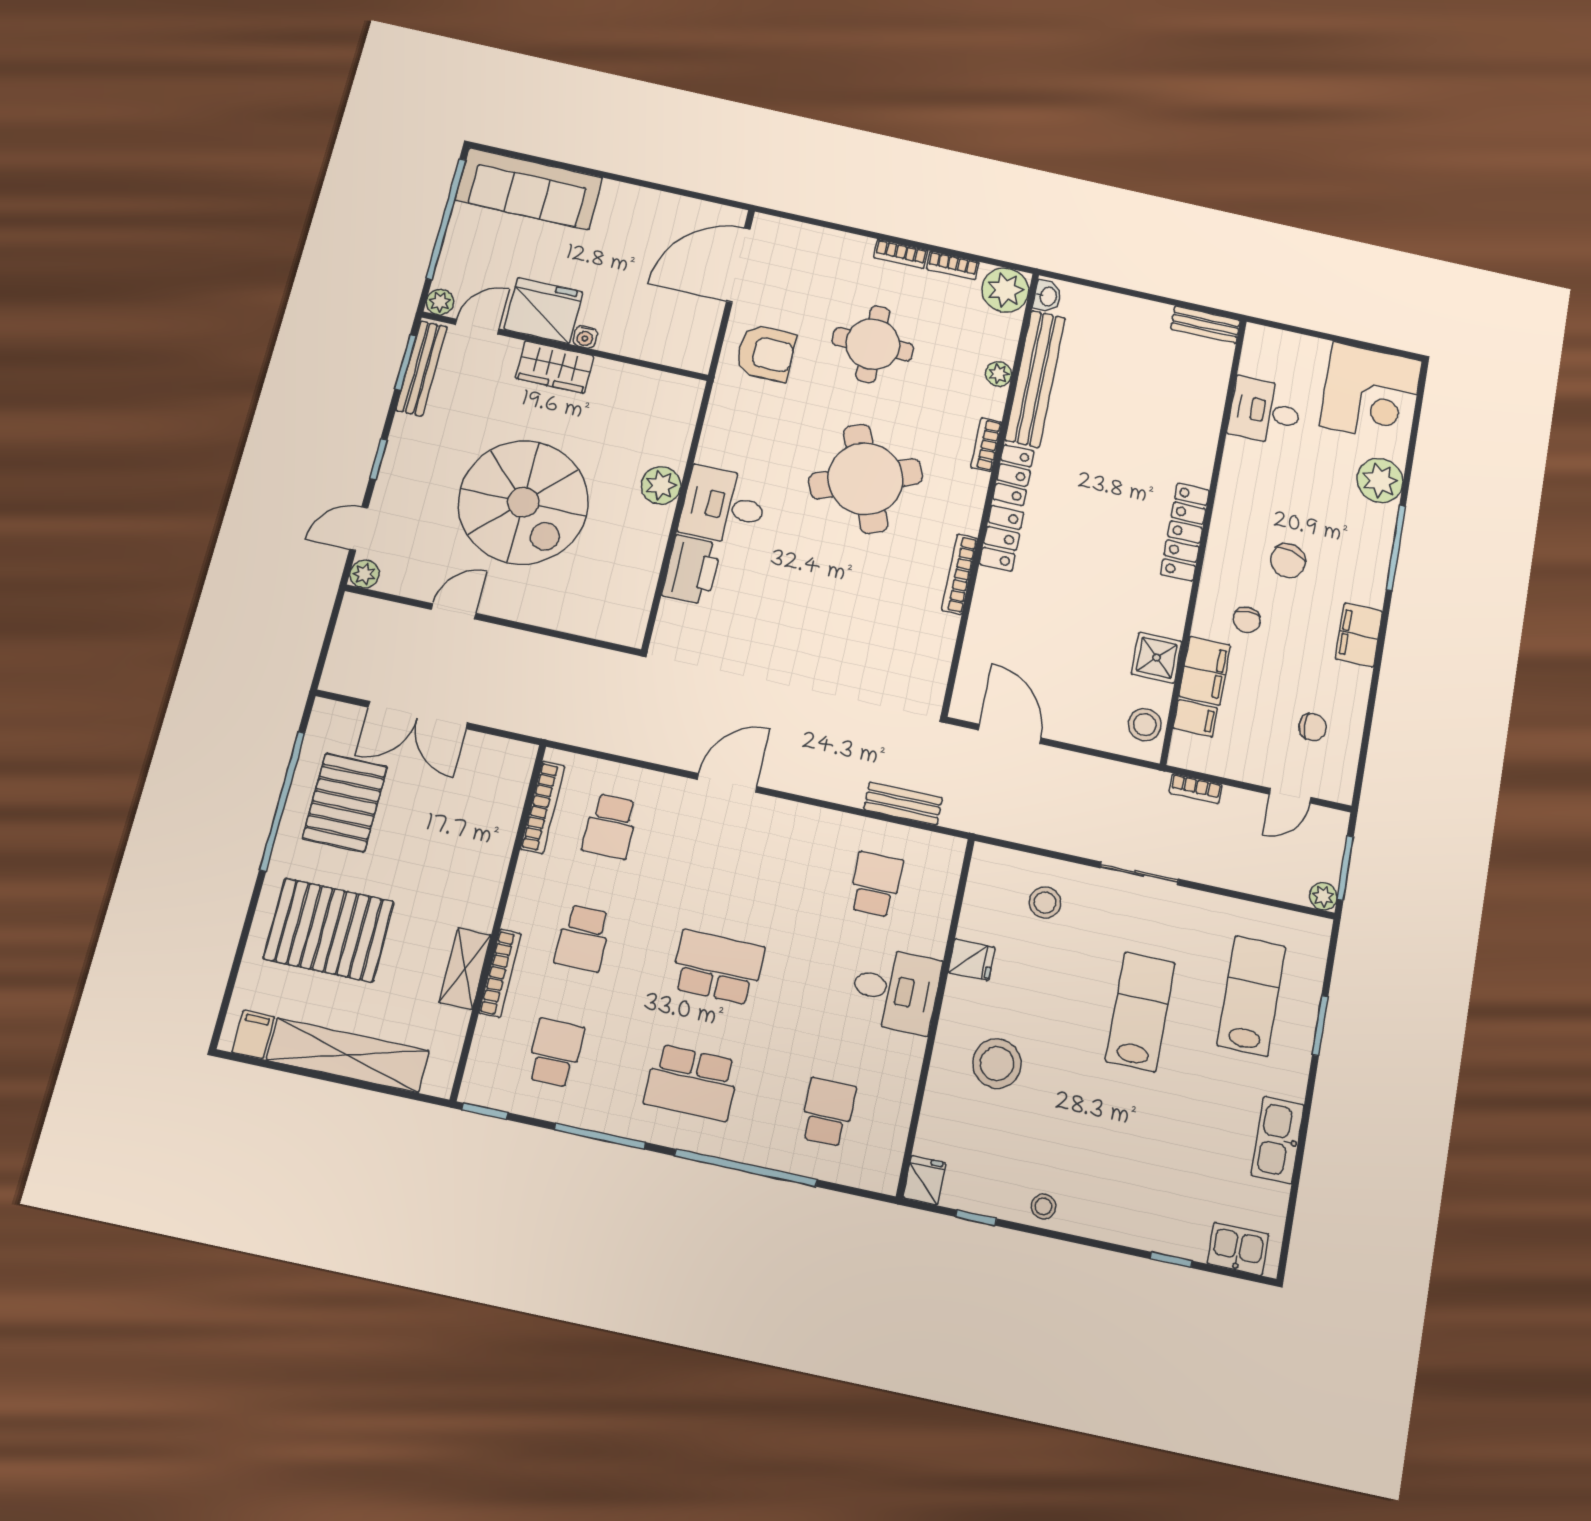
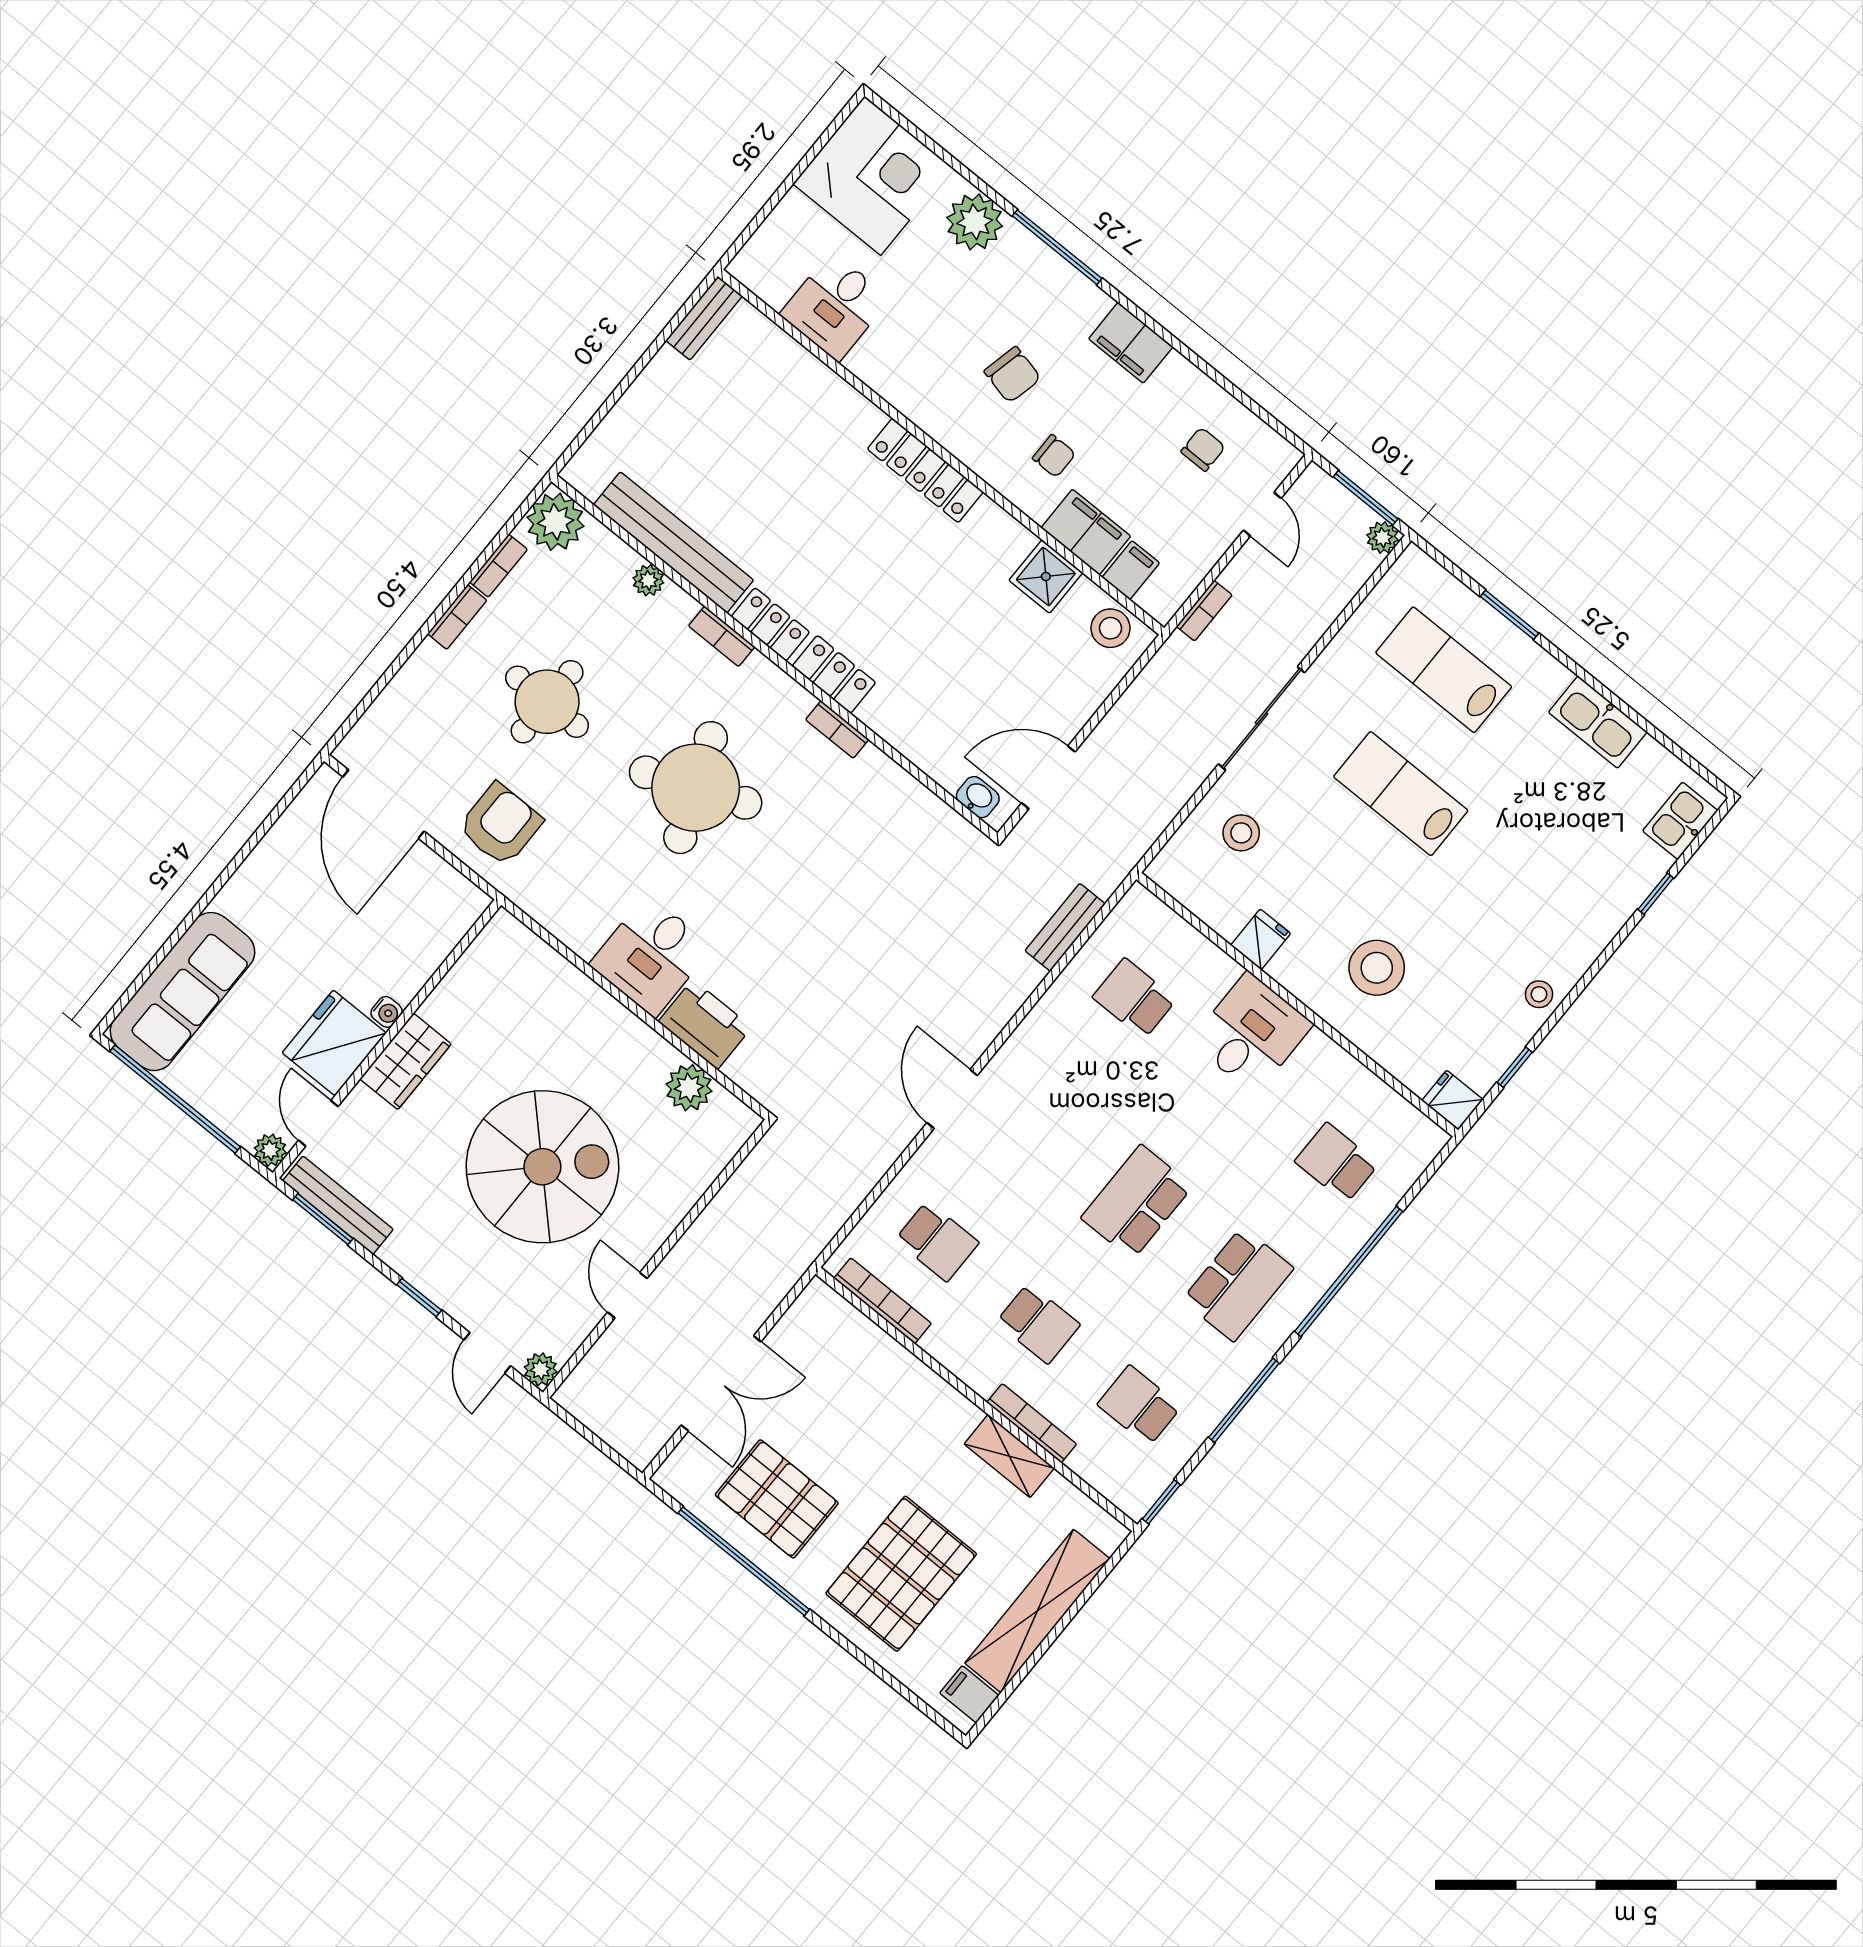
washbasin: (1048, 296) -> (978, 797), moved
plant: (661, 485) -> (689, 1088), moved
bookcase: (960, 574) -> (837, 729), width x0.64
sliding door: (1139, 873) -> (1262, 718), width x1.37

